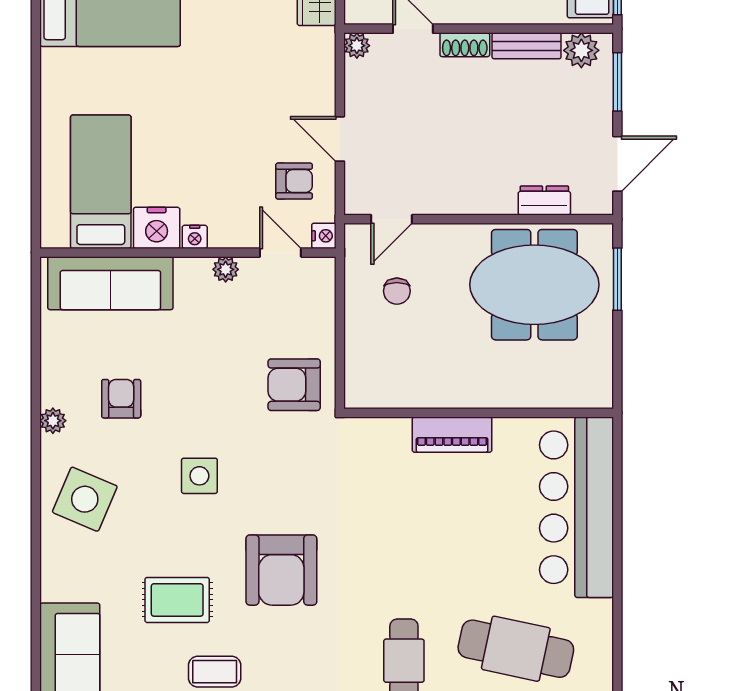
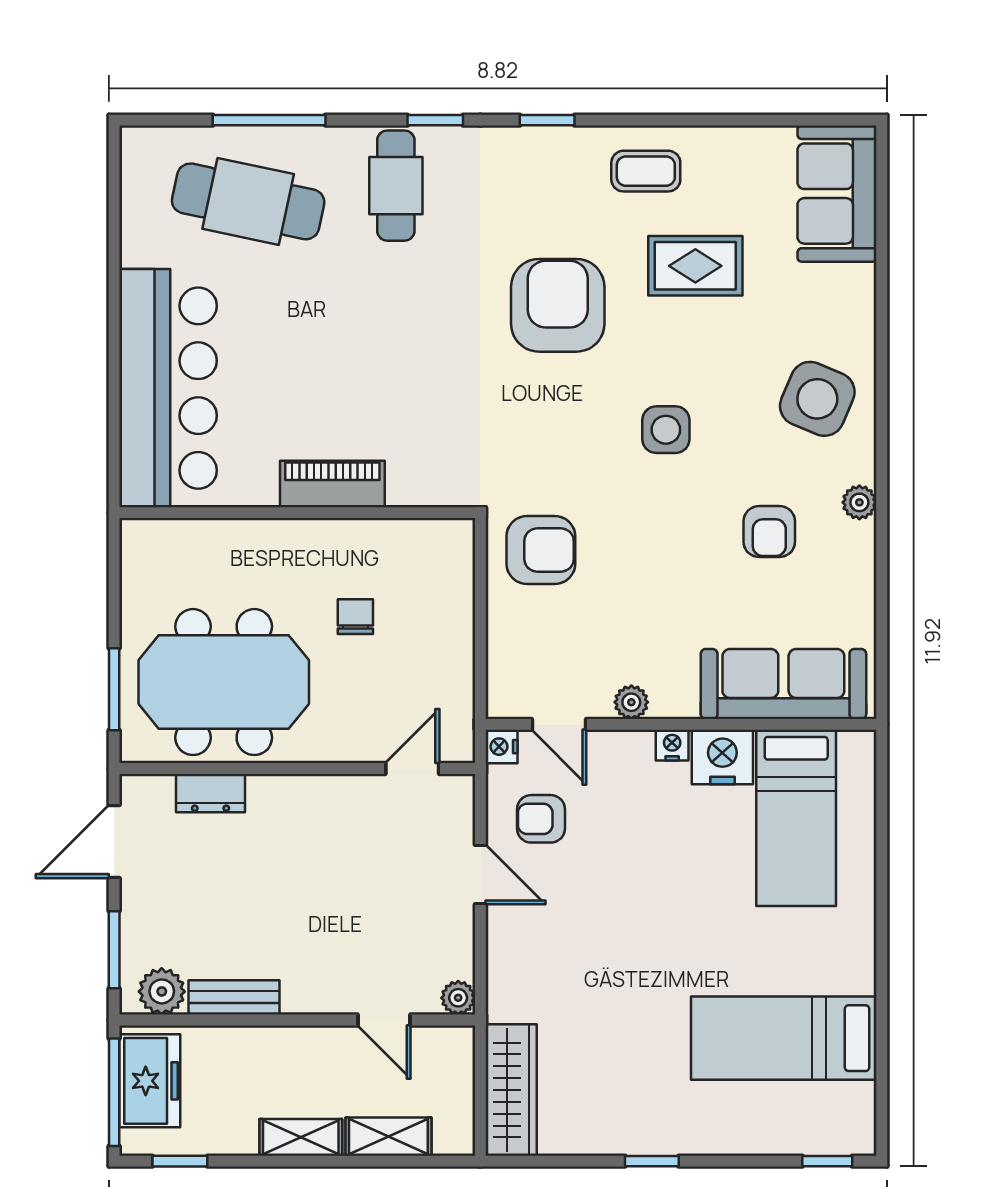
shoe rack: (465, 45) -> (316, 999), removed
chair: (397, 291) -> (355, 617), moved

